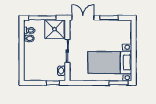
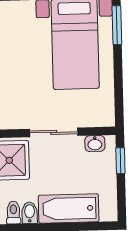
bathtub: (31, 57) -> (69, 208), added

